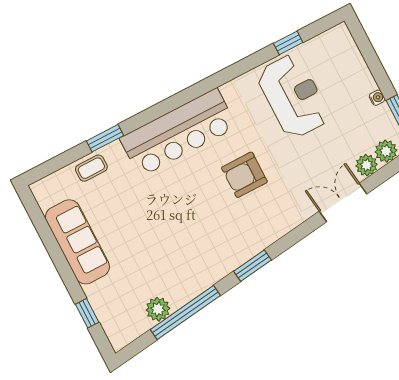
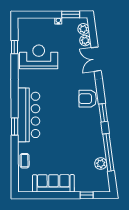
window: (105, 138) -> (15, 127), moved
armchair: (244, 175) -> (88, 99), moved, turned 90

